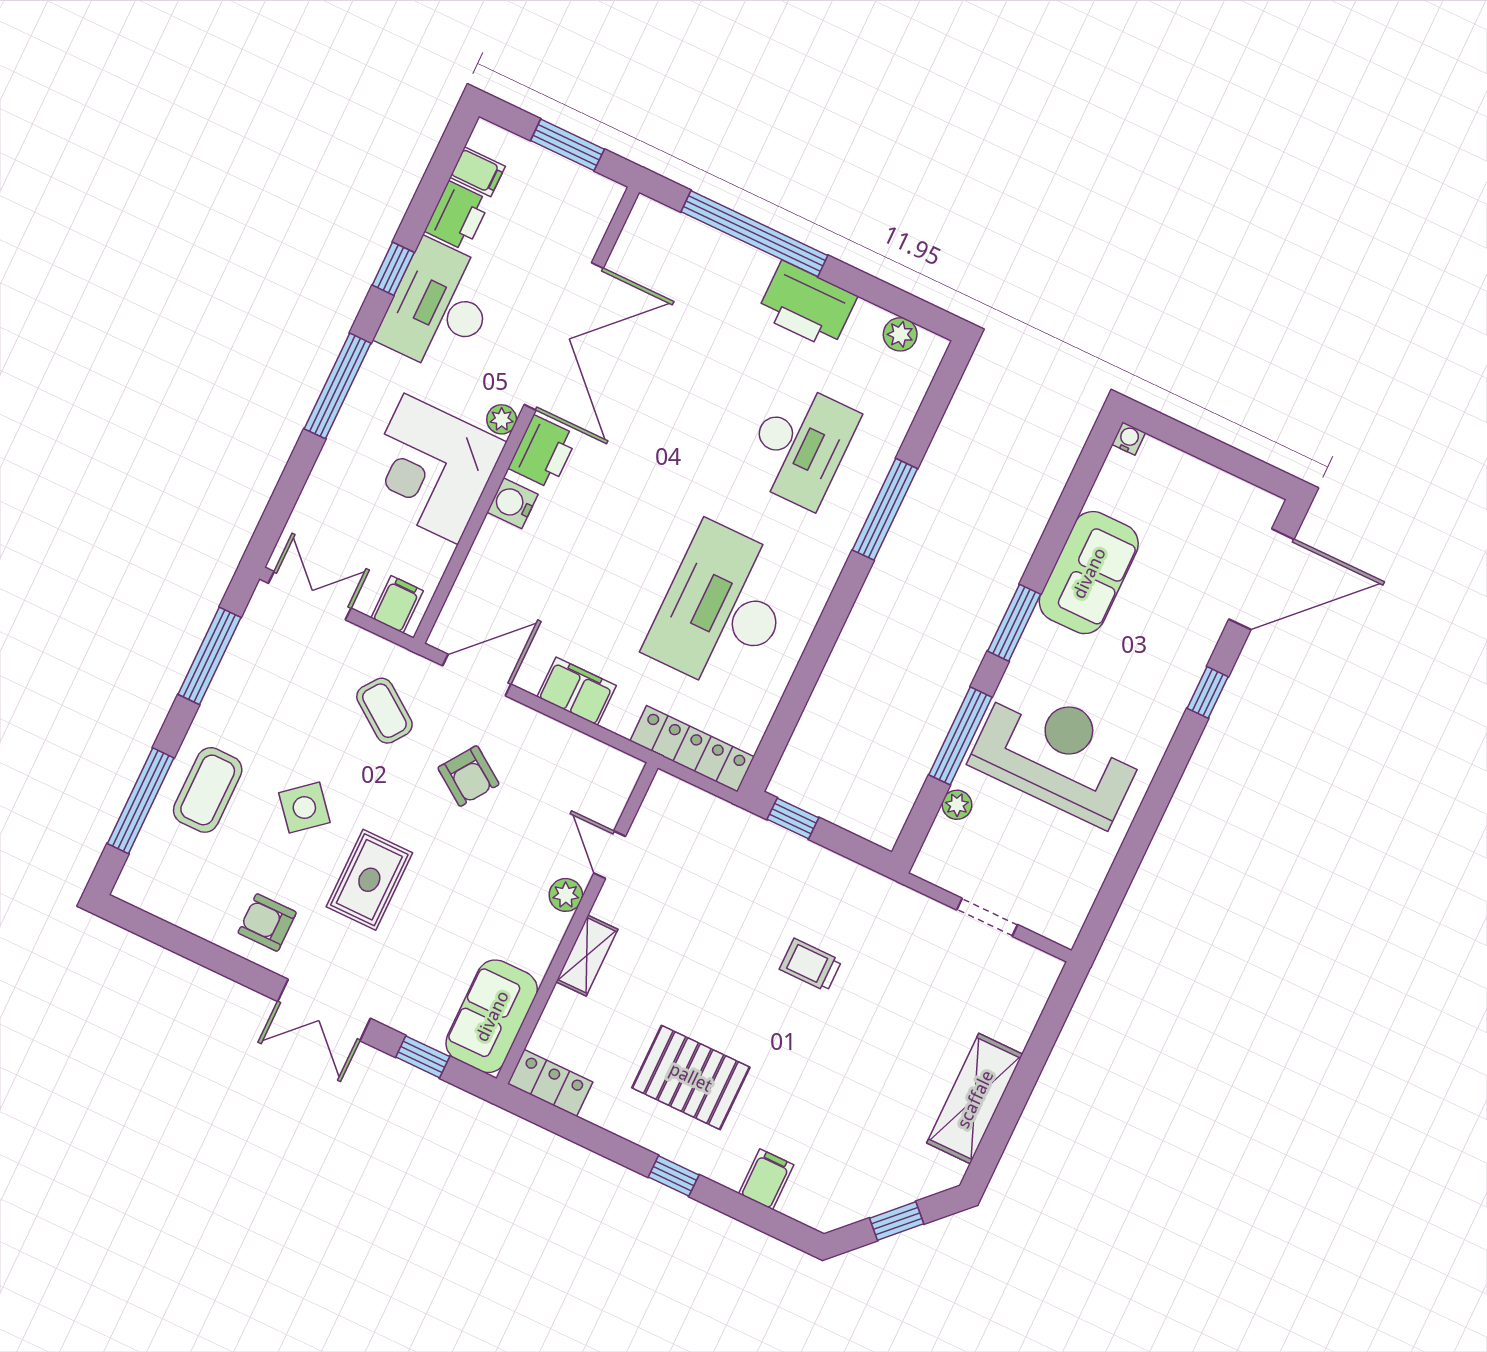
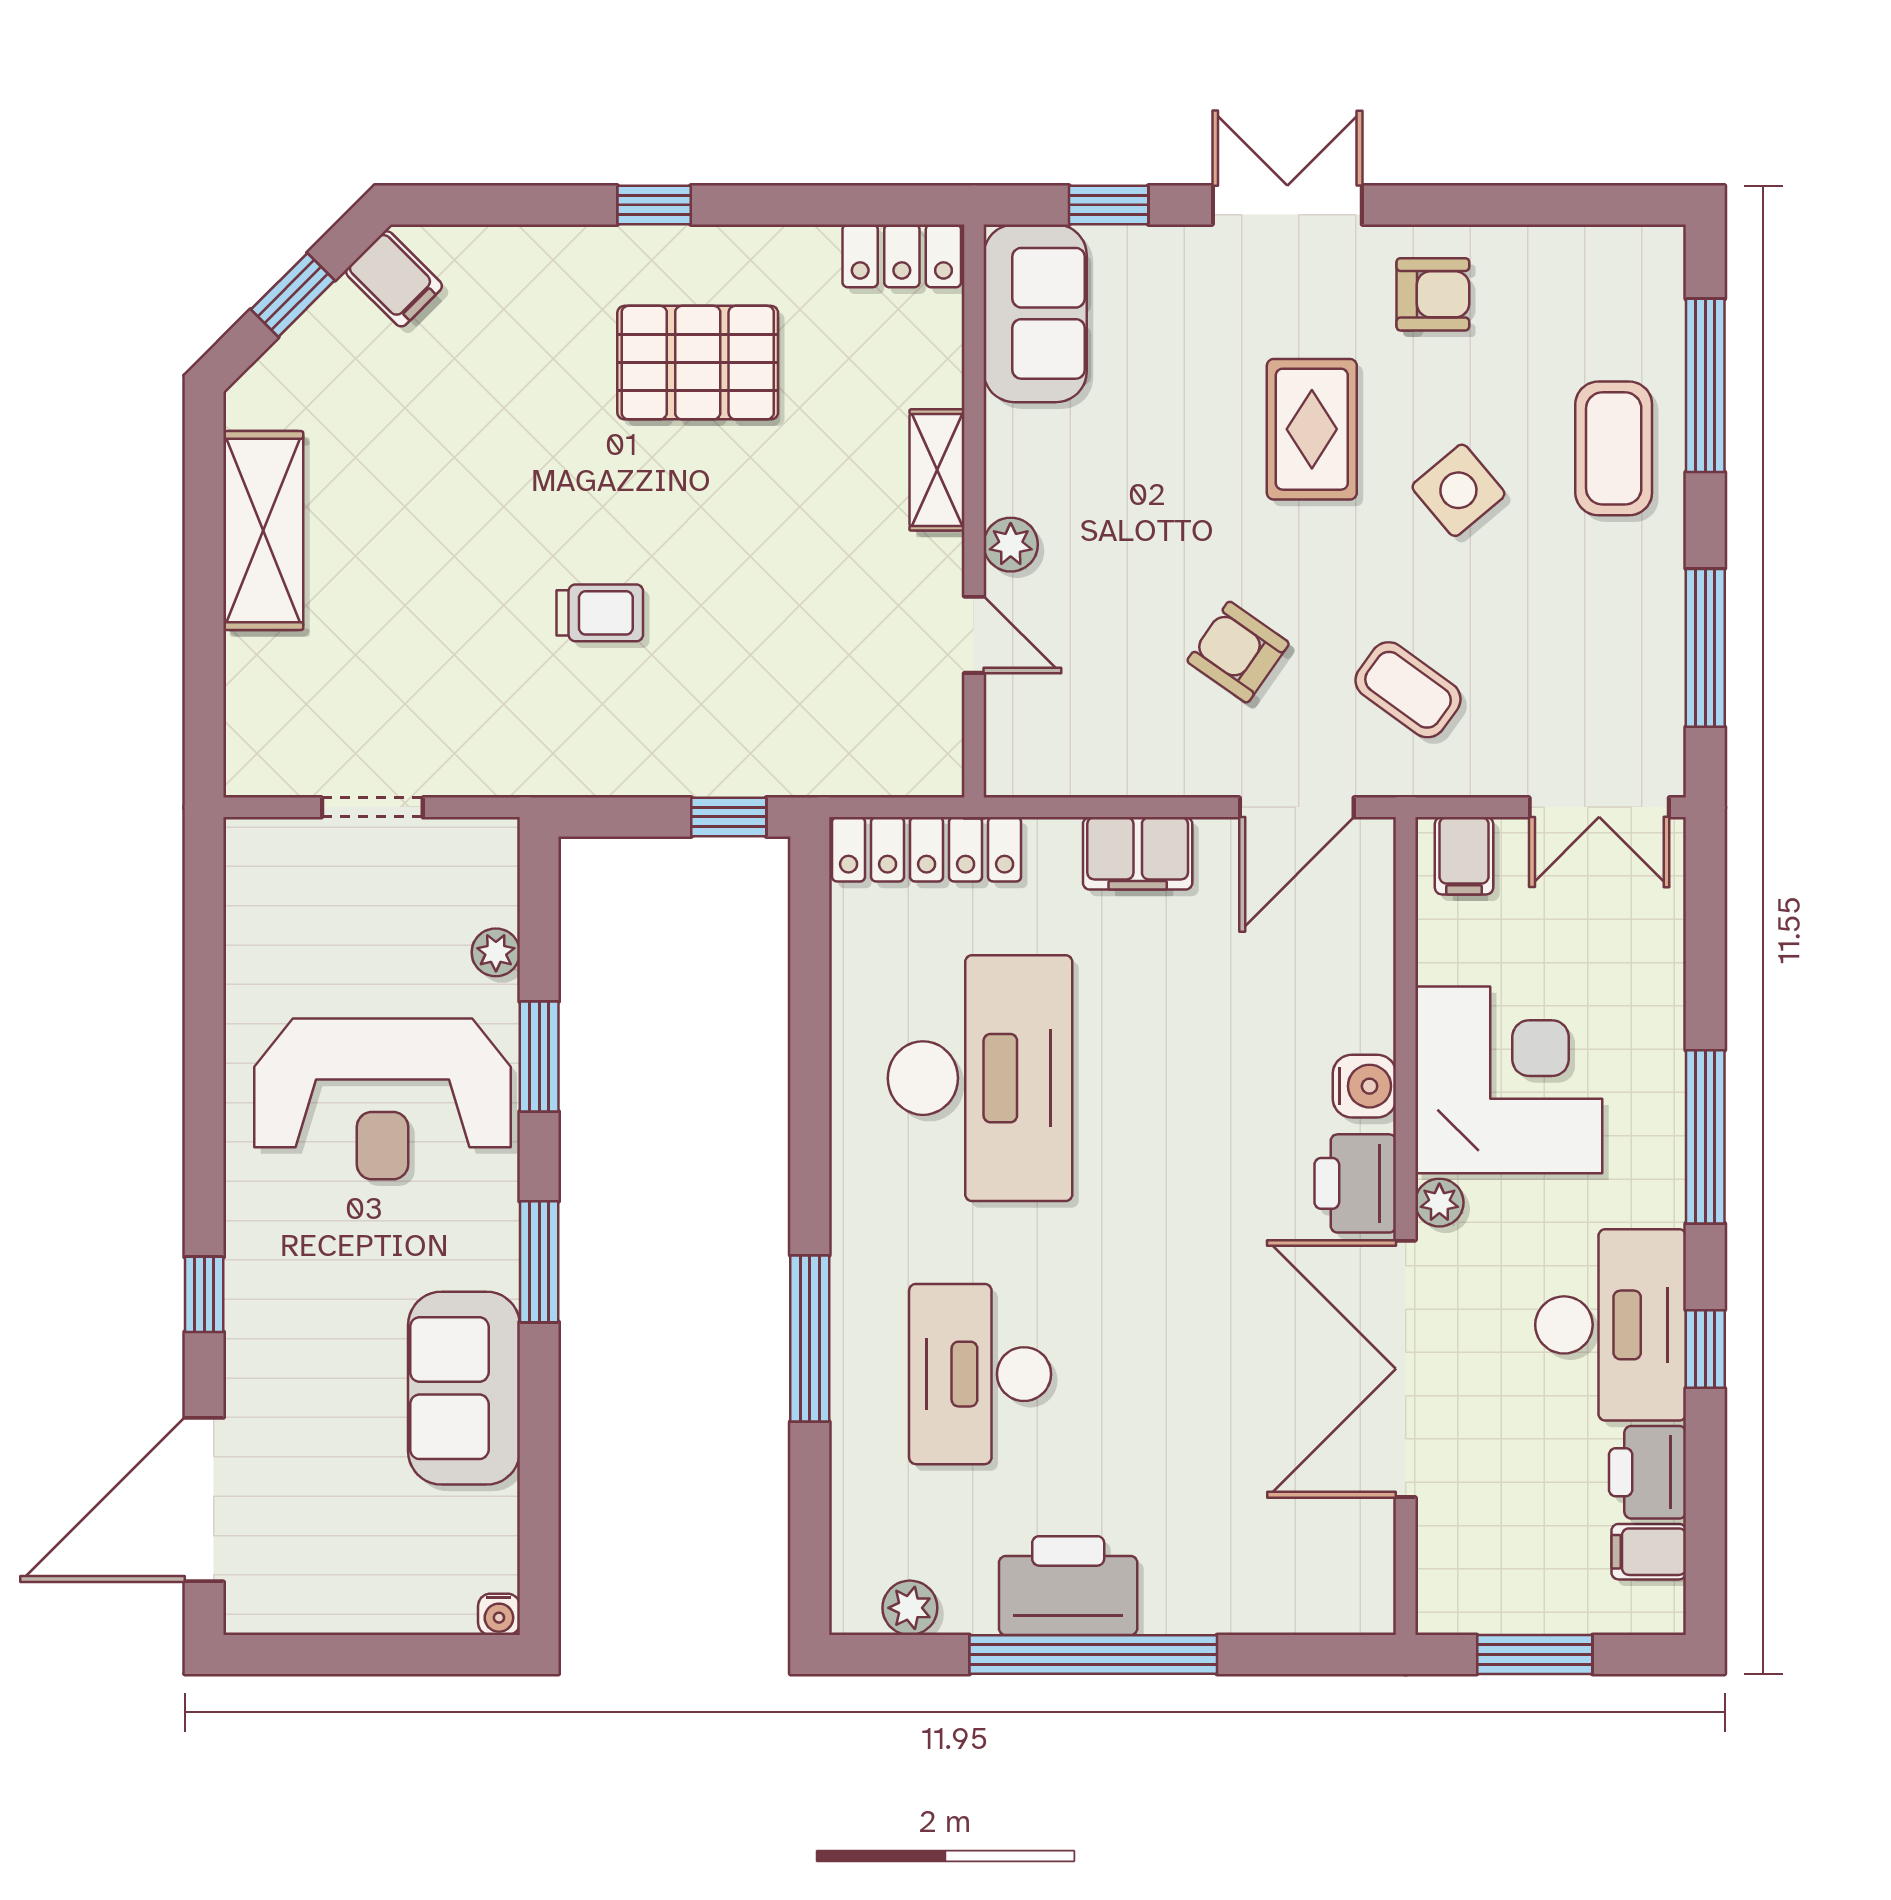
window: (754, 234) -> (1093, 1655), moved
window: (960, 736) -> (539, 1057), width x0.69
filing cabinet: (766, 1179) -> (394, 279), moved, turned -45

